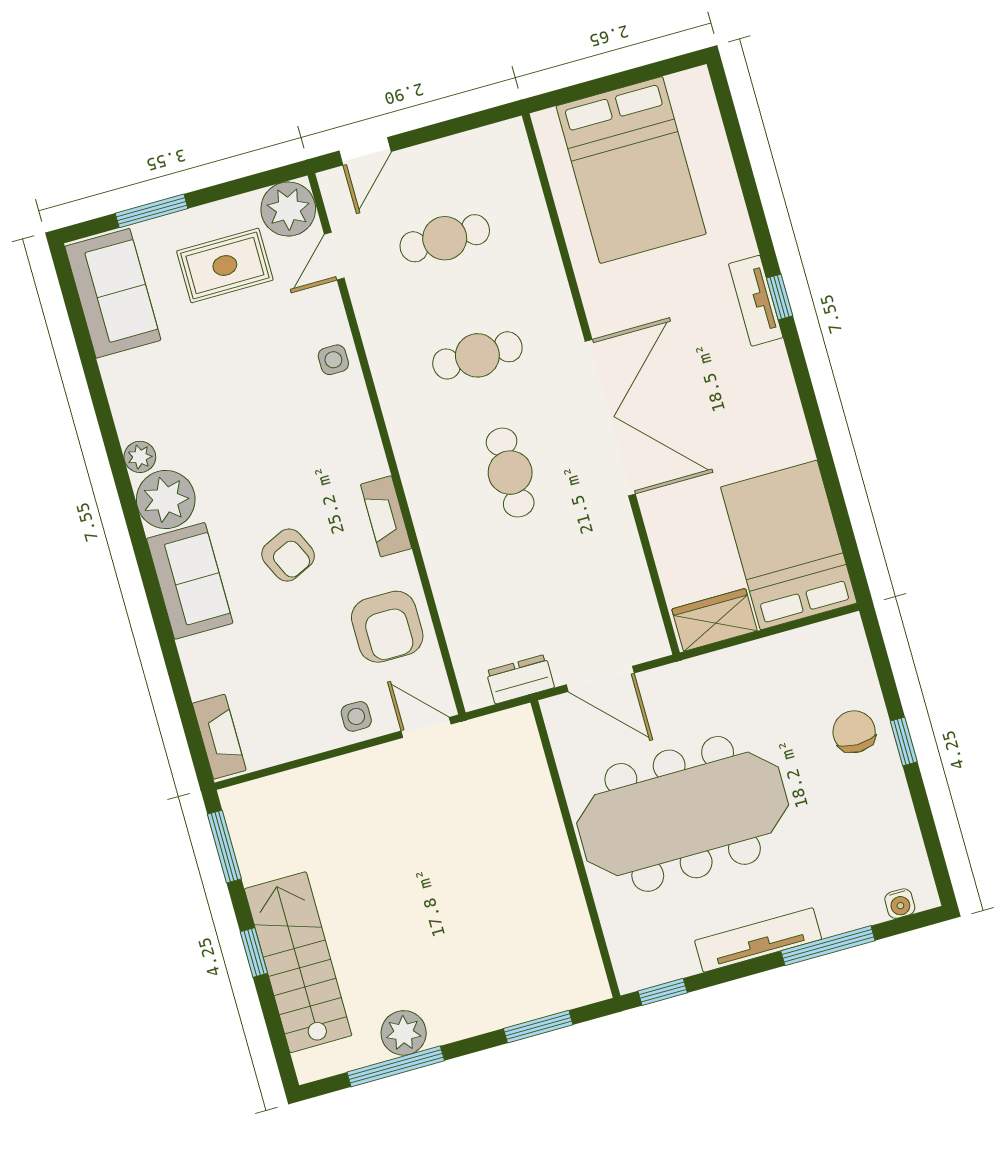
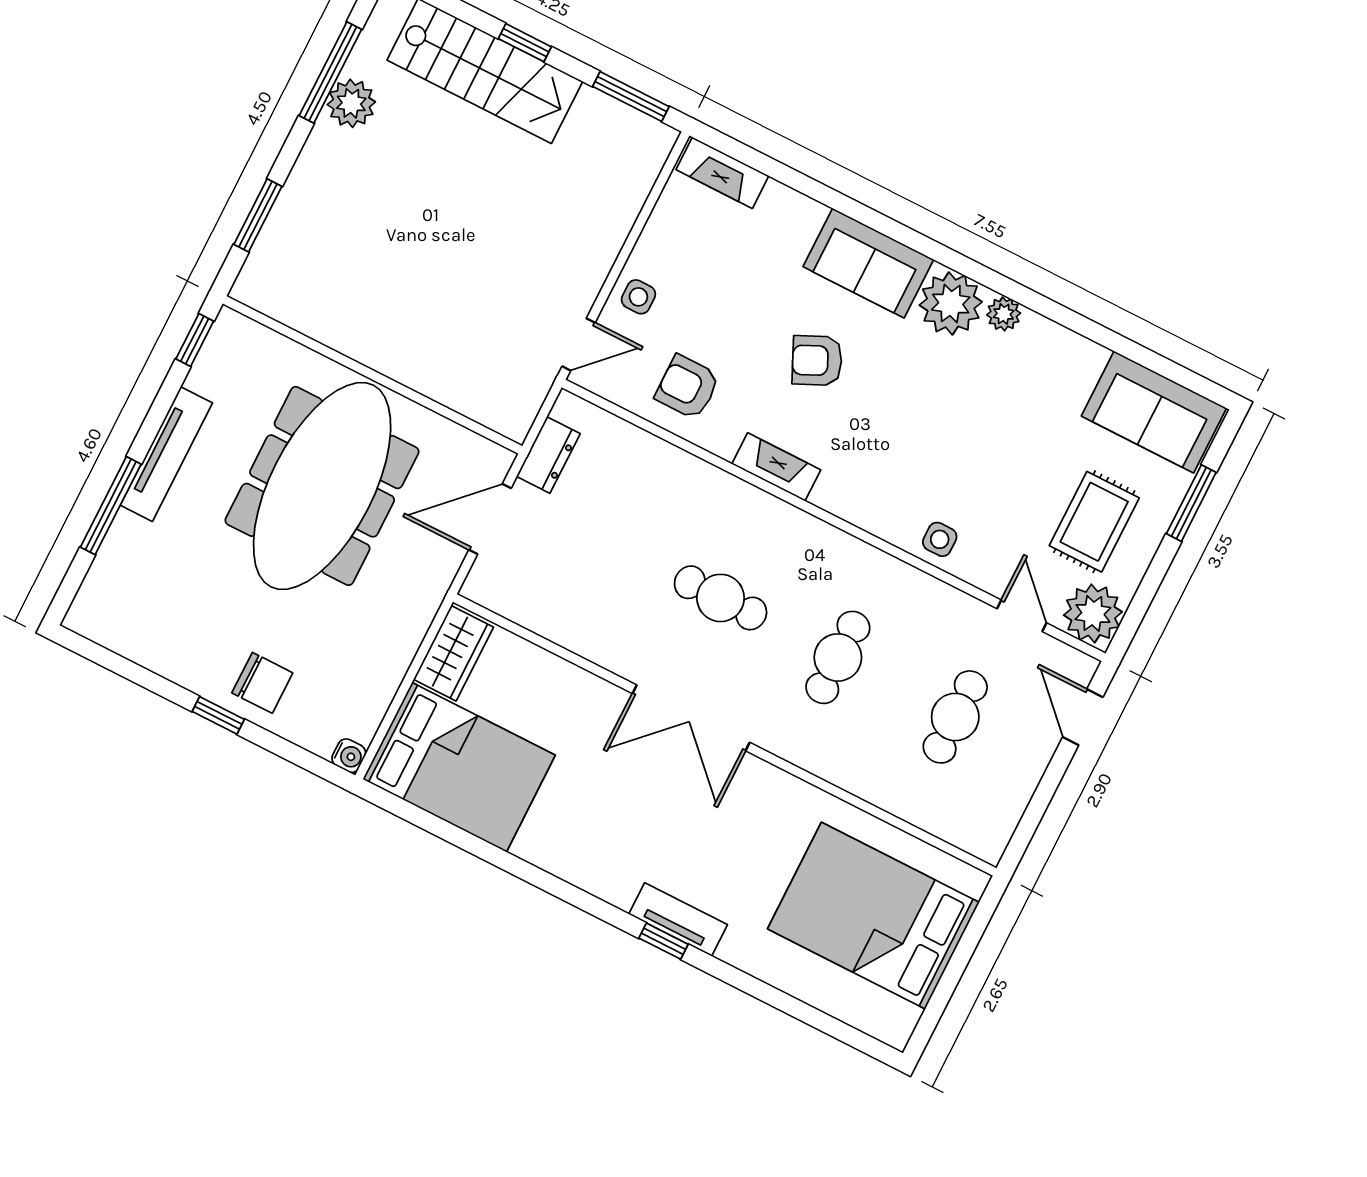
double door: (610, 418) -> (691, 718), width x0.73
armchair: (387, 627) -> (687, 387), width x0.72, depth x0.72
water cooler: (900, 904) -> (349, 756), moved, turned 180

